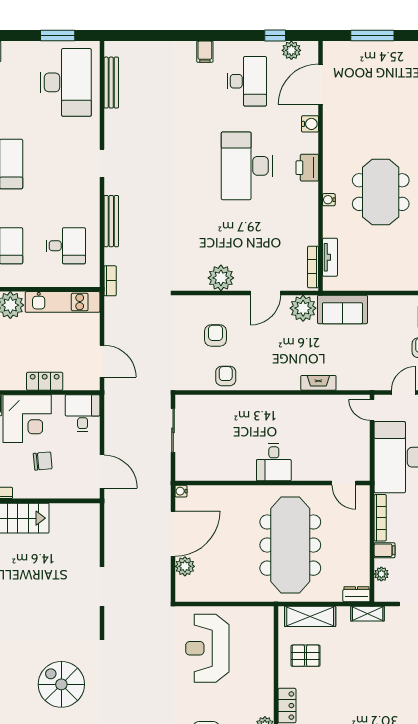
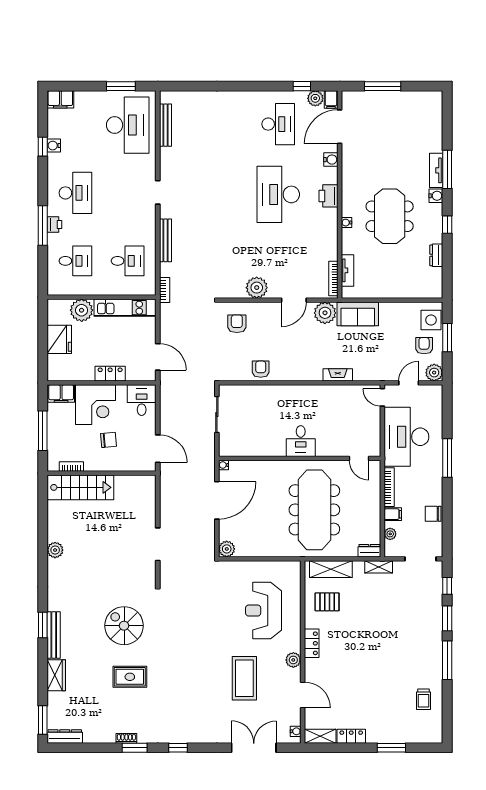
filing cabinet: (205, 52) -> (331, 99), moved
armchair: (216, 335) -> (237, 324), moved
plant: (185, 566) -> (227, 549), moved
reception desk: (207, 648) -> (264, 611), moved

